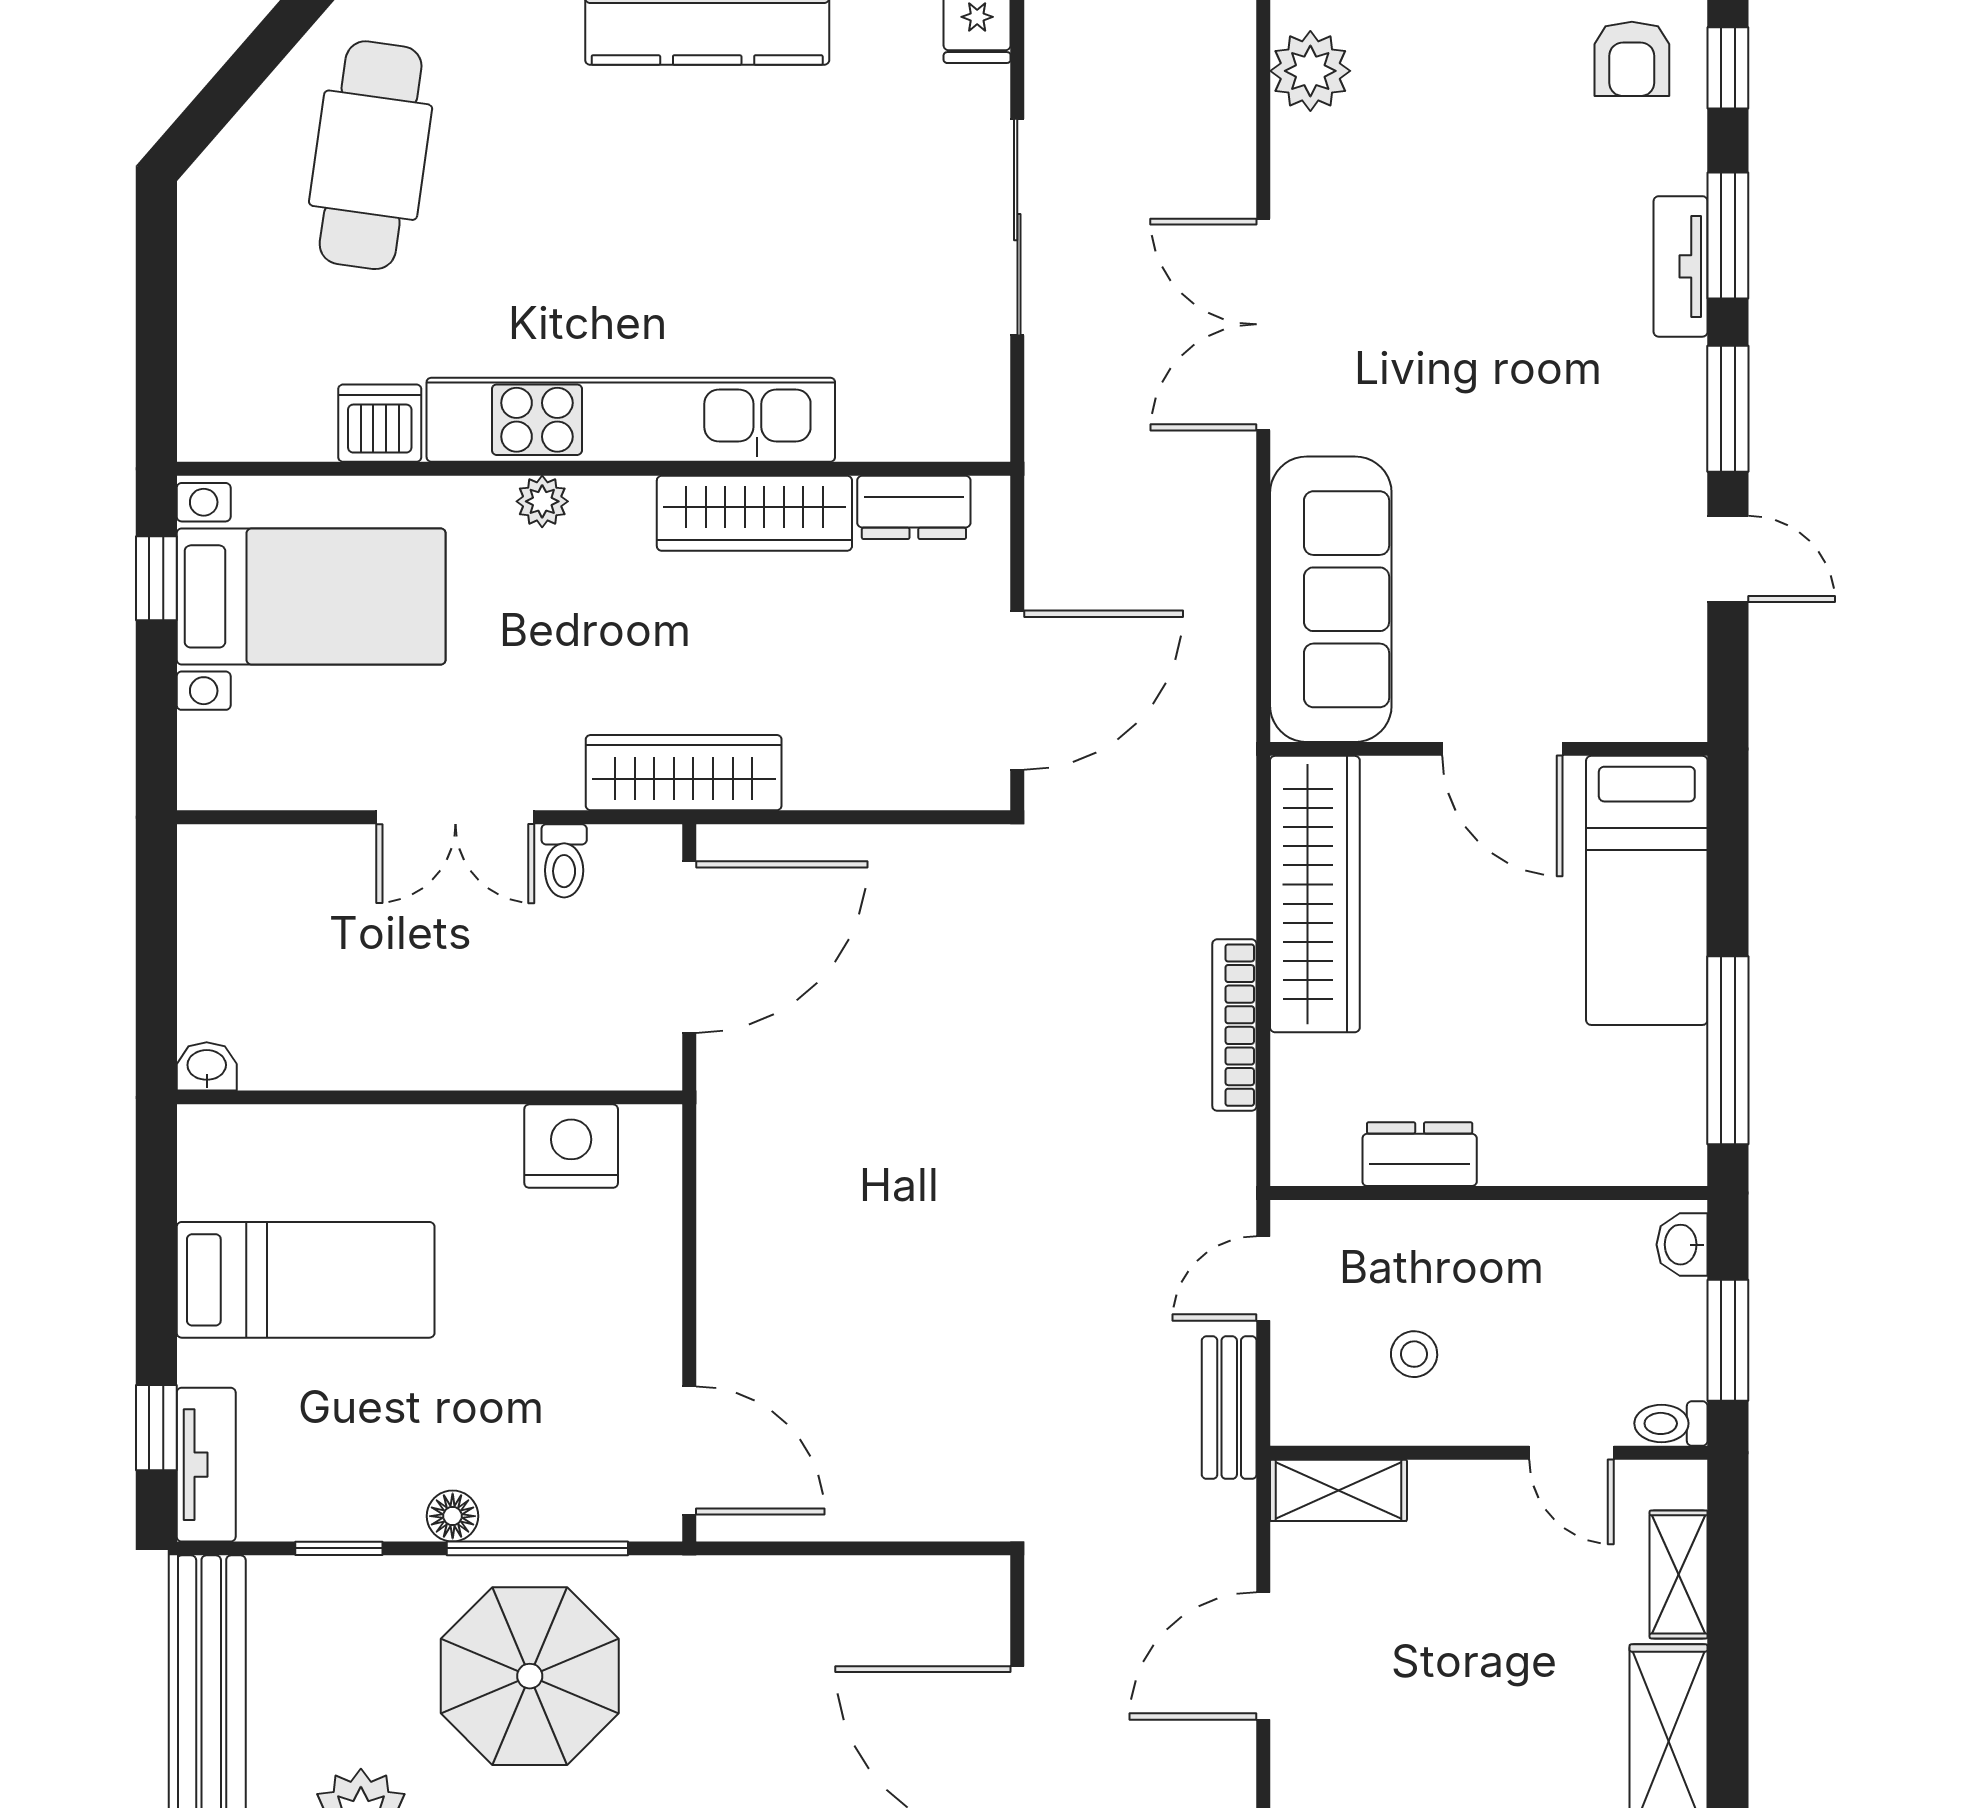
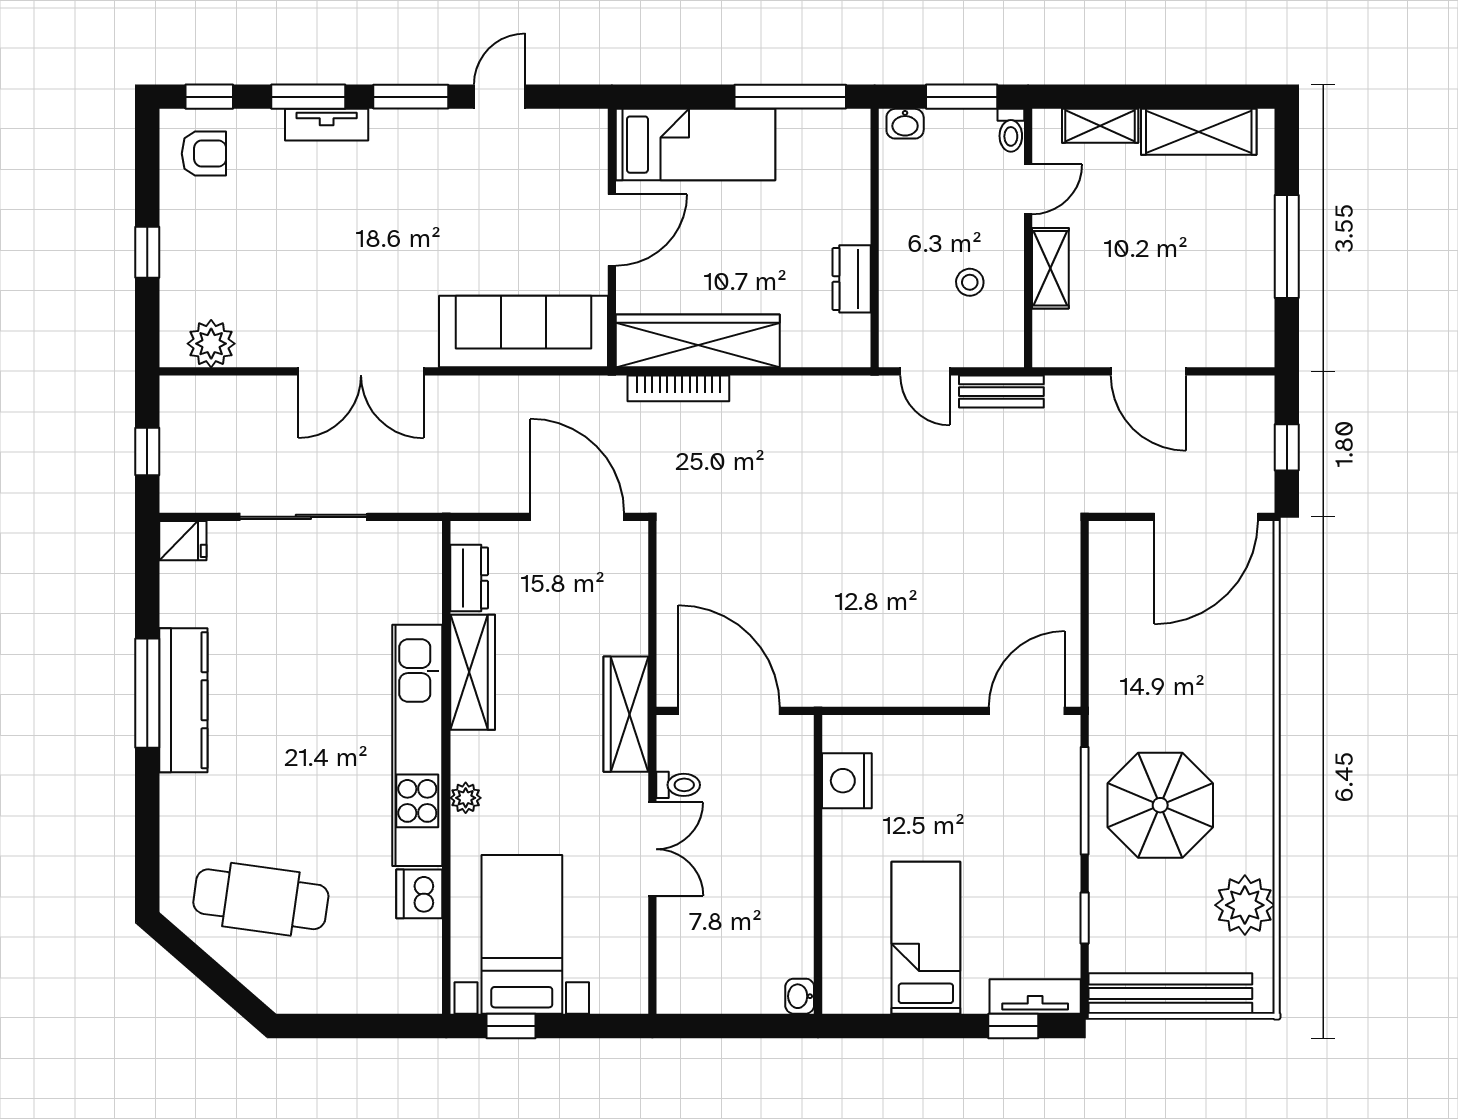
bookcase: (1234, 1025) -> (678, 388), moved
shelving: (1338, 1490) -> (1050, 268), moved
floor lamp: (453, 1516) -> (1066, 851), removed

